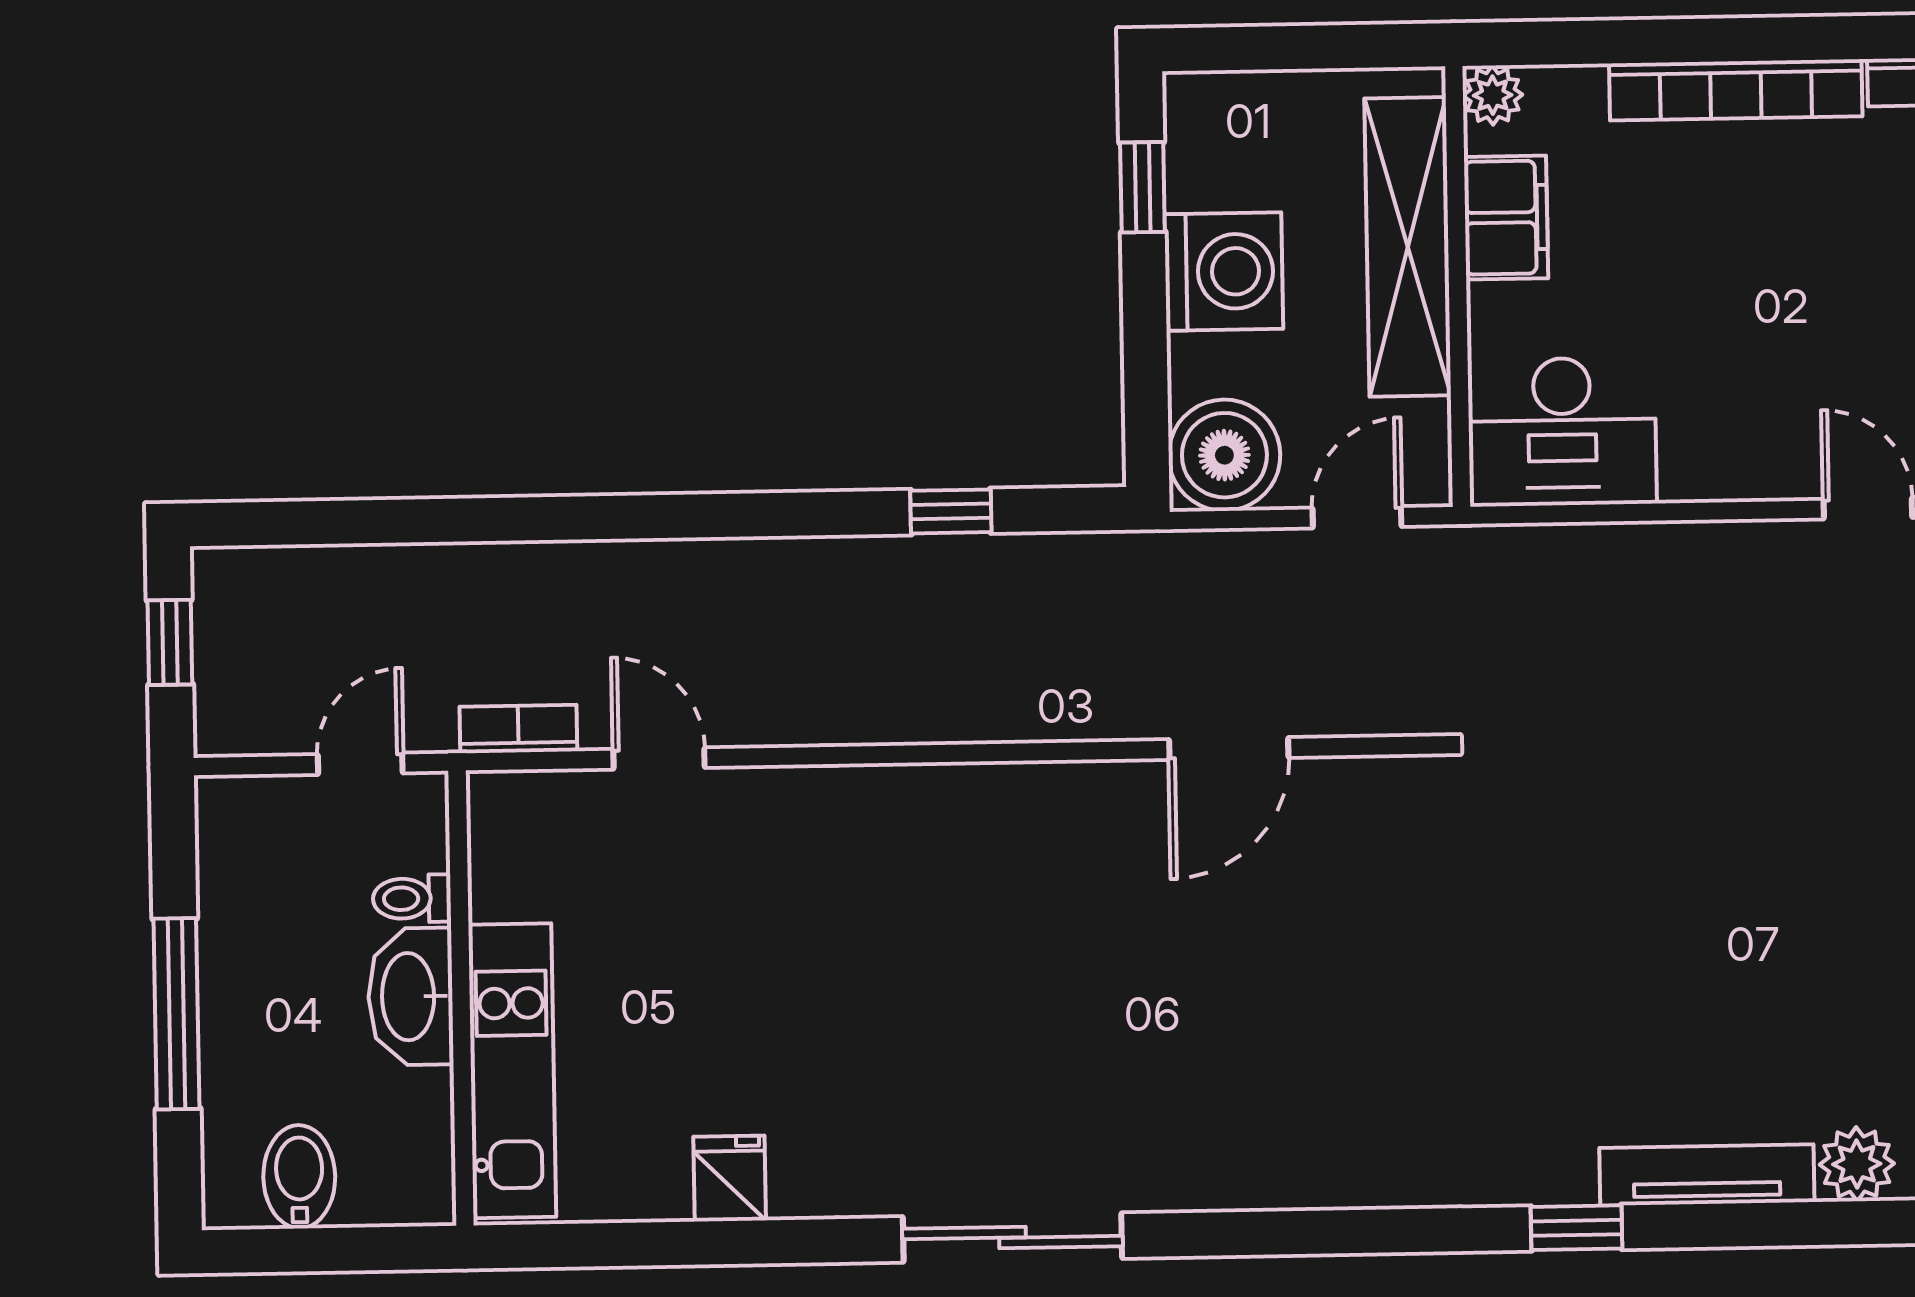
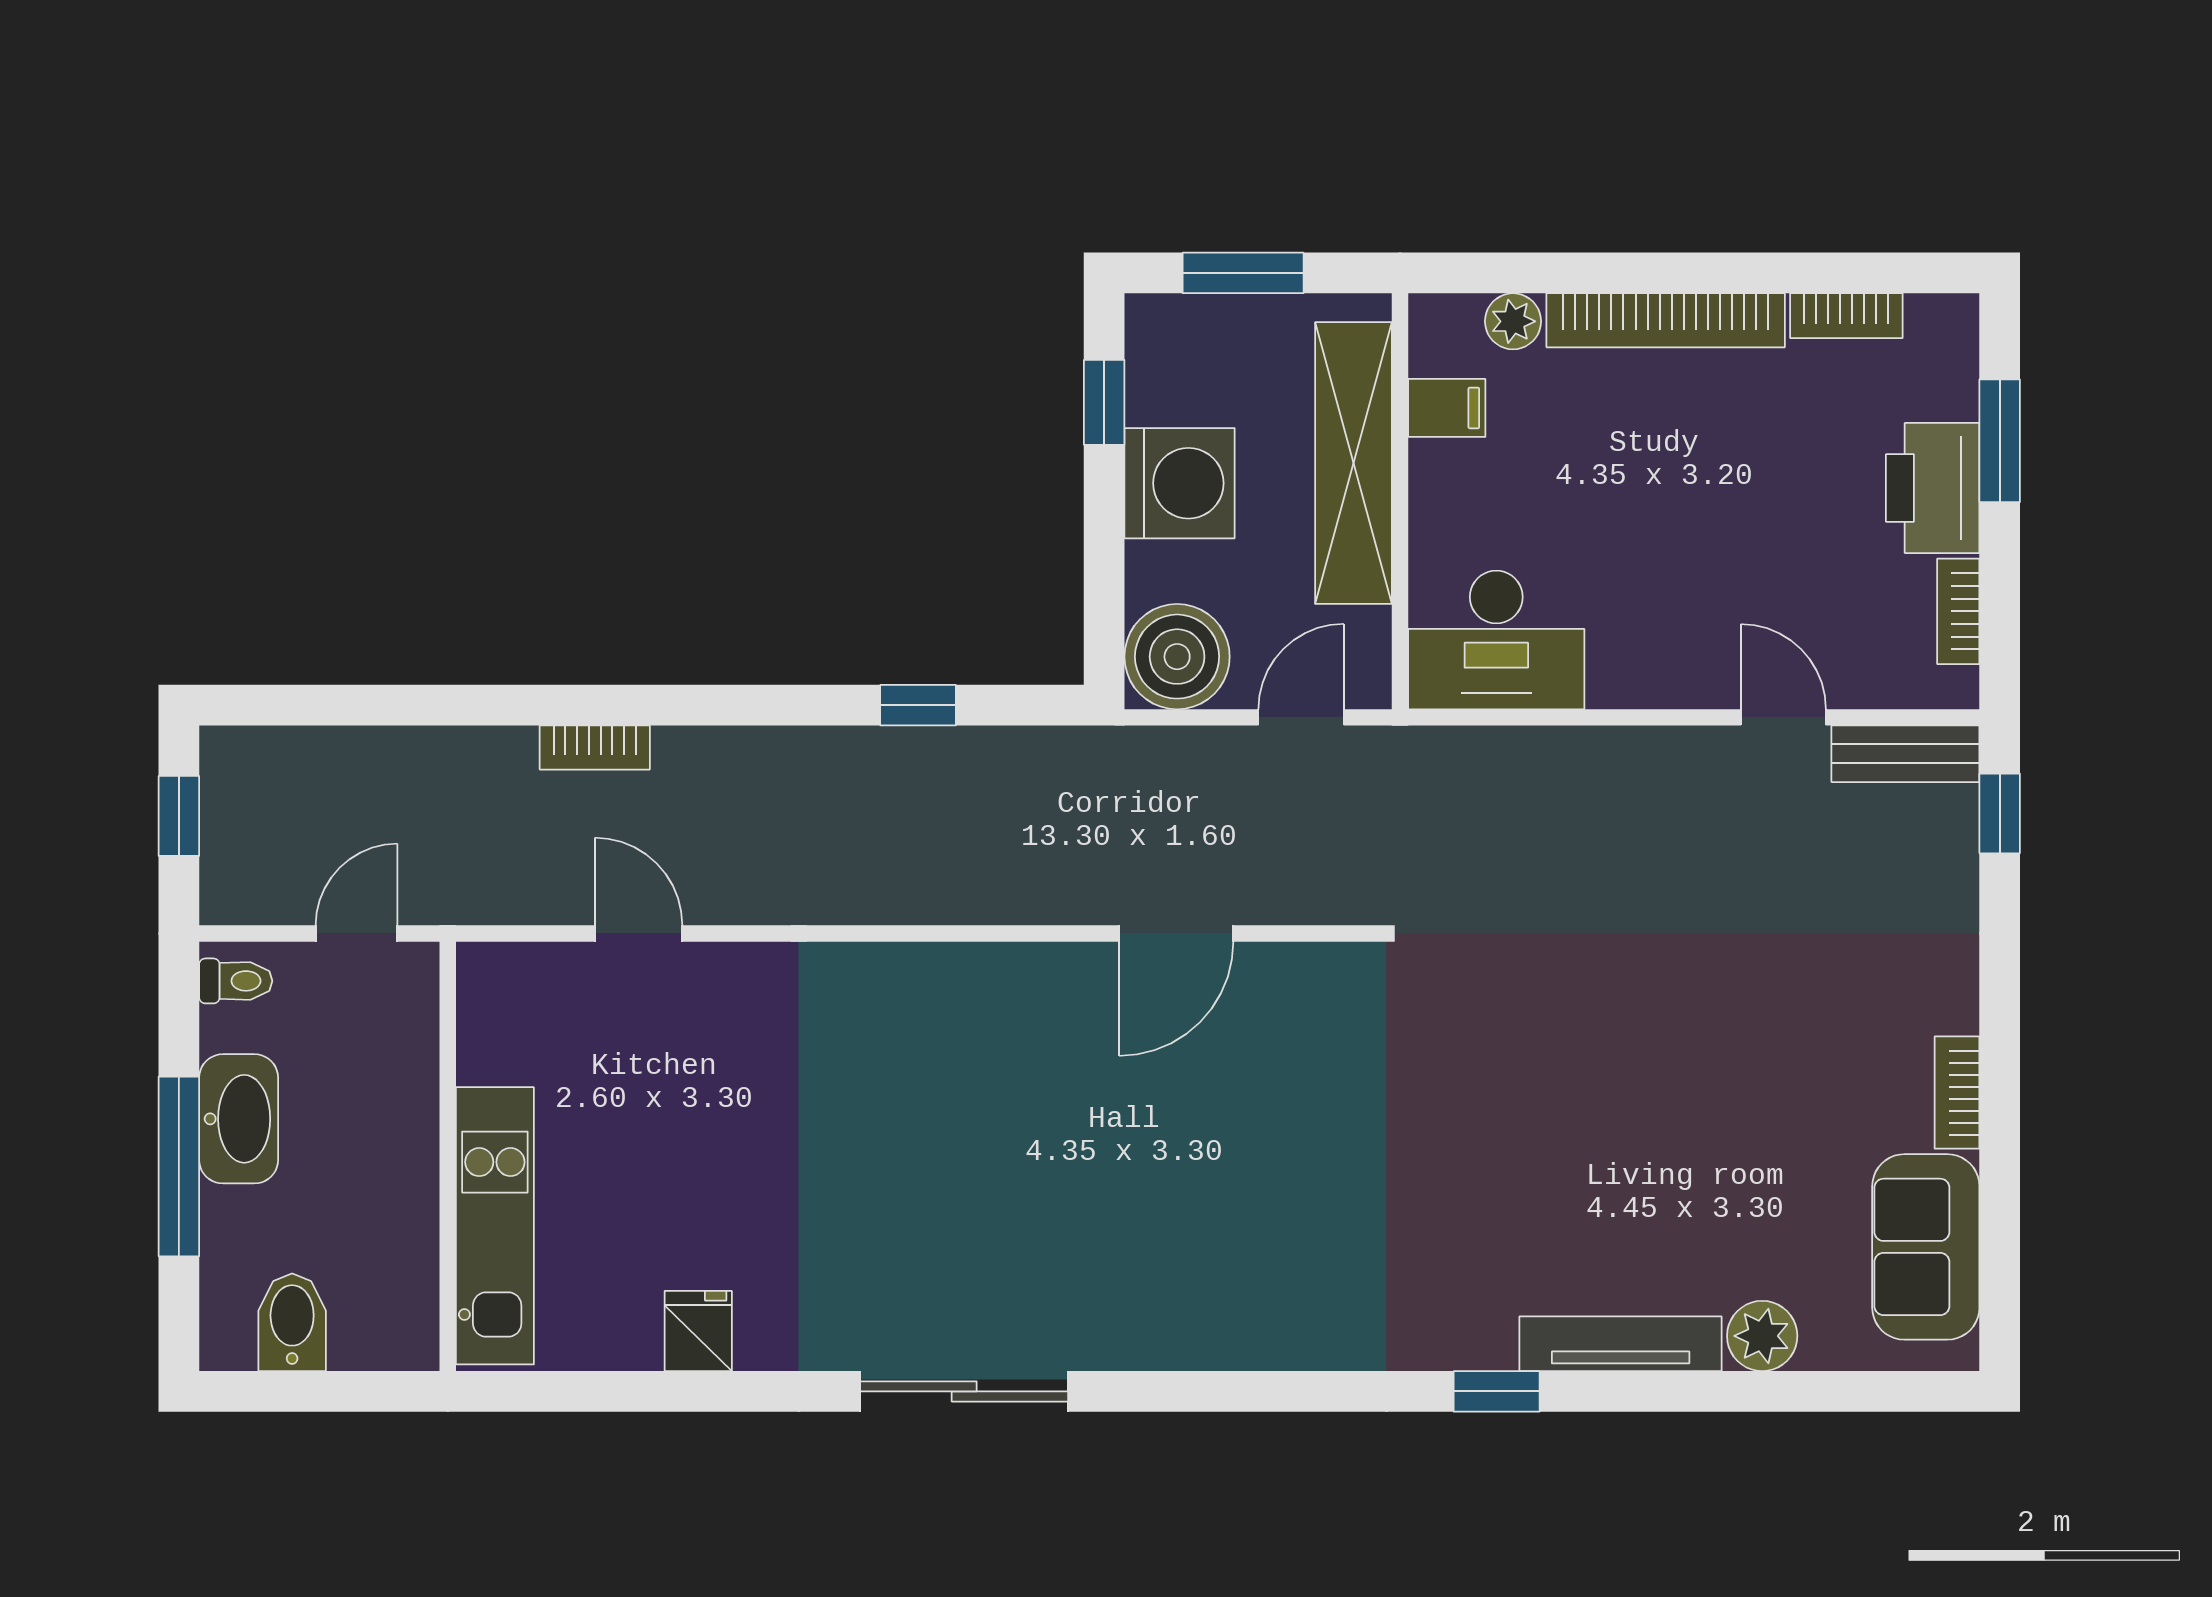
window: (1287, 48) -> (1243, 273), added
plant: (1493, 95) -> (1513, 321), moved
filing cabinet: (1506, 218) -> (1447, 408), width x0.50
bookcase: (518, 729) -> (595, 748), moved, turned 180
toilet: (412, 899) -> (236, 981), moved, turned 180
washbasin: (411, 997) -> (239, 1119), moved, turned 180

